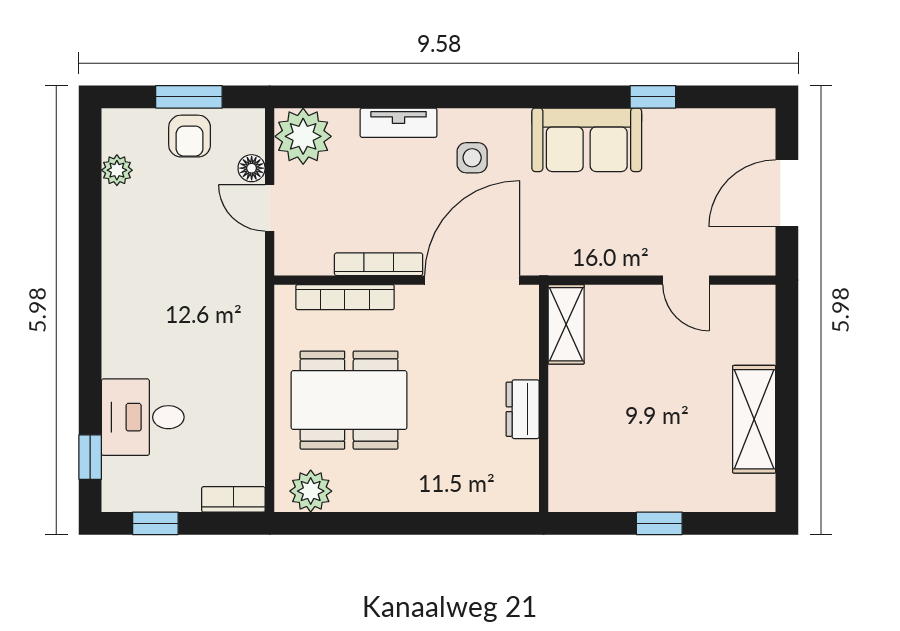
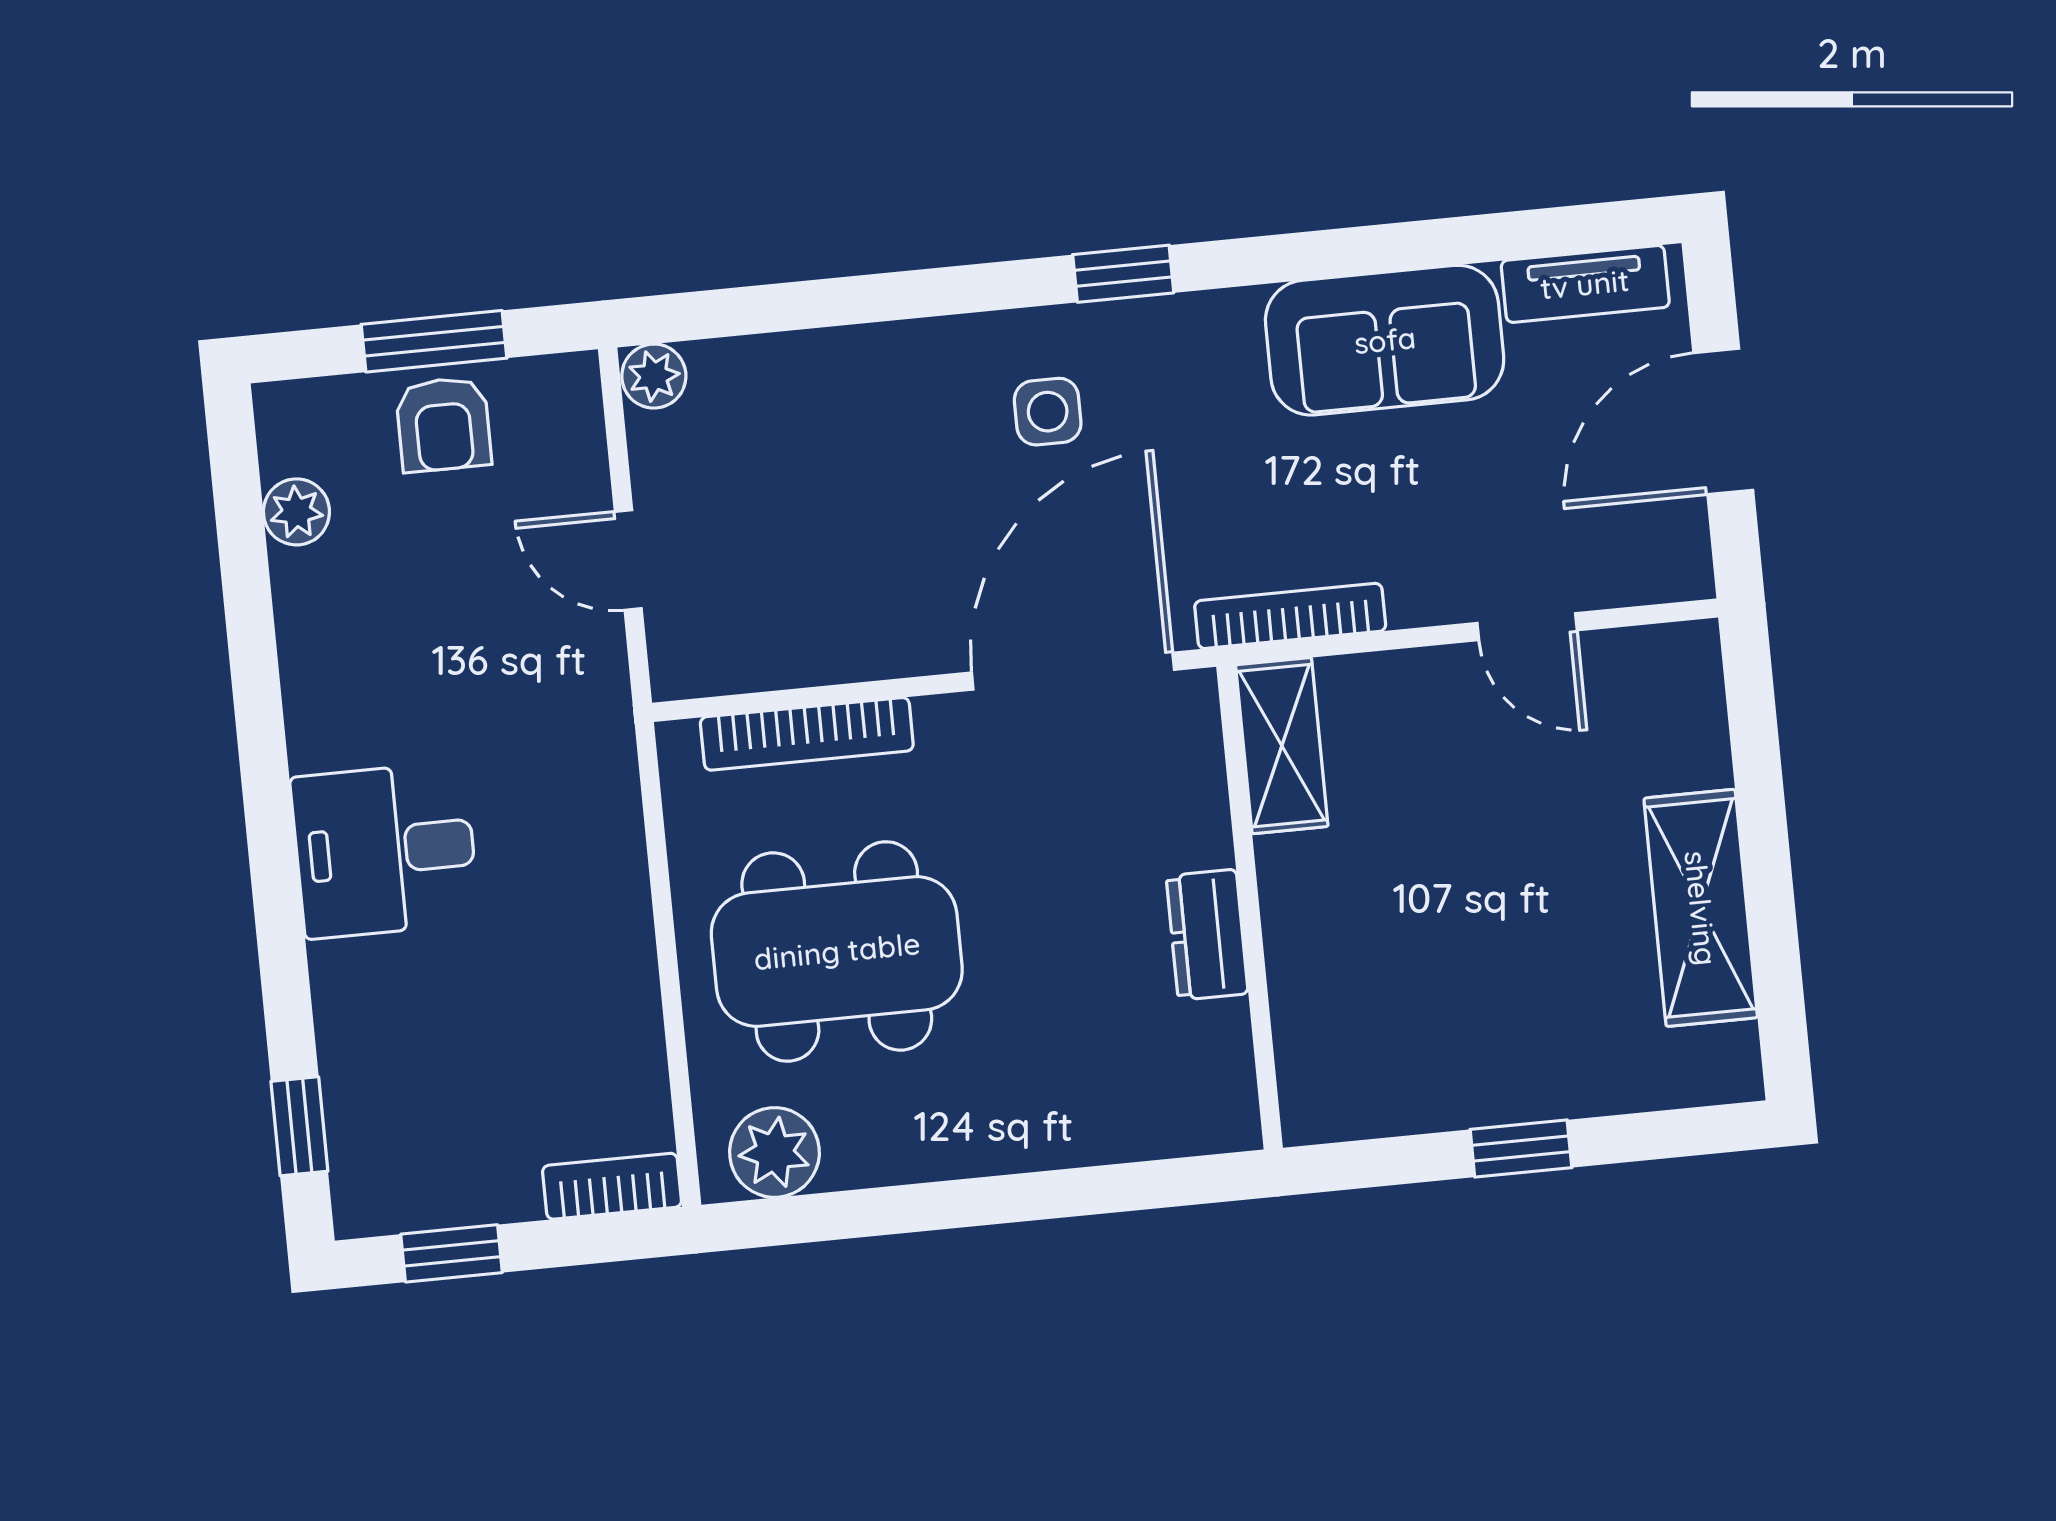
window: (653, 97) -> (1123, 274), moved
tv unit: (399, 123) -> (1585, 284), moved
plant: (303, 136) -> (654, 376), width x0.53, depth x0.53
sofa: (587, 140) -> (1385, 340), moved
floor lamp: (252, 168) -> (582, 480), removed
bookcase: (379, 264) -> (1290, 616), moved
desk: (143, 417) -> (385, 850), moved

